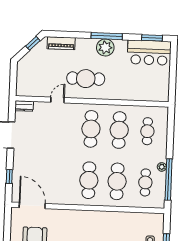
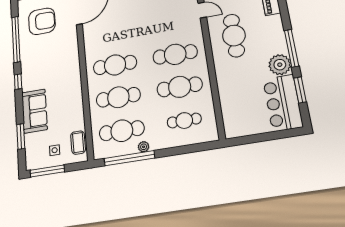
window: (152, 38) -> (300, 90), moved
plant: (105, 47) -> (280, 65), moved
cafe table: (145, 182) -> (122, 131), width x1.37, depth x1.35
coffee table: (148, 220) -> (78, 143), added

